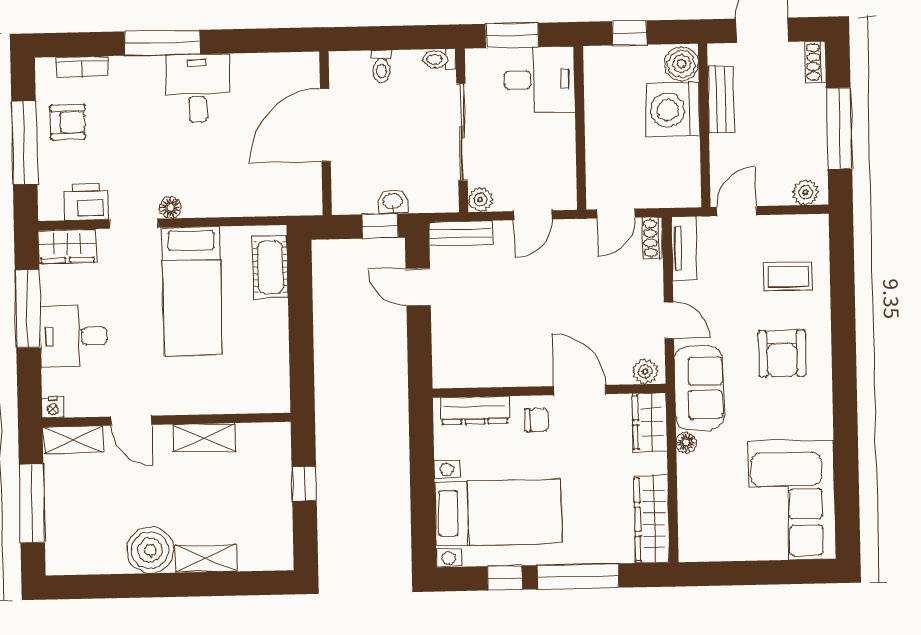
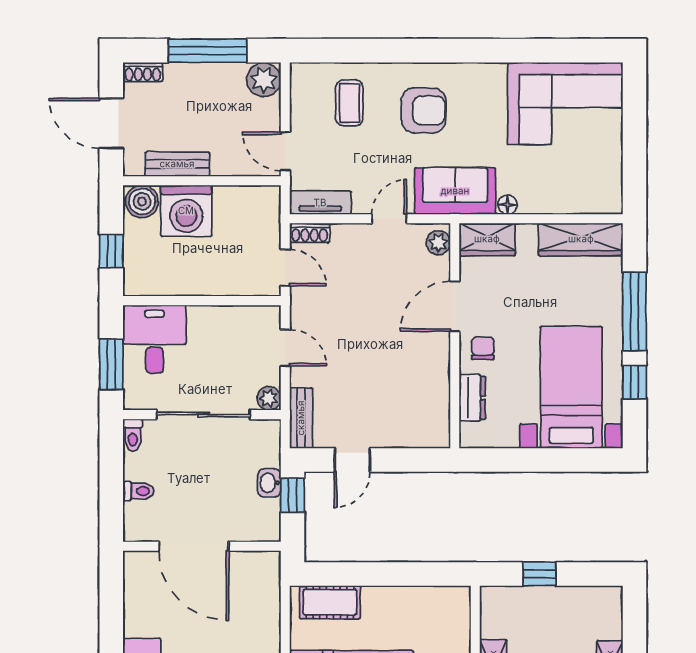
plant: (805, 192) -> (264, 80), width x1.38, depth x1.38
dresser: (475, 410) -> (472, 398), width x0.70

